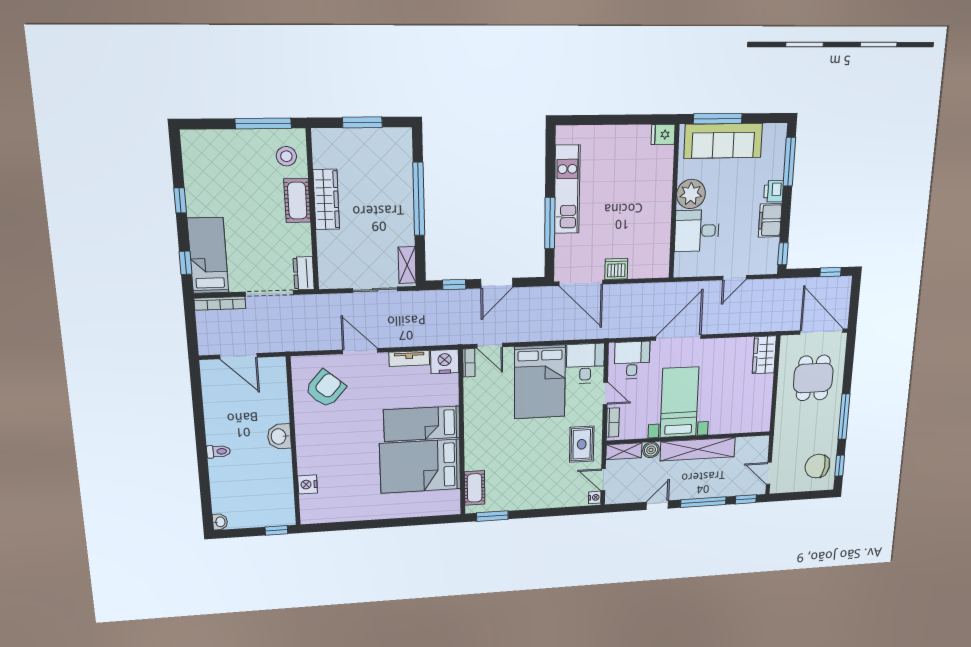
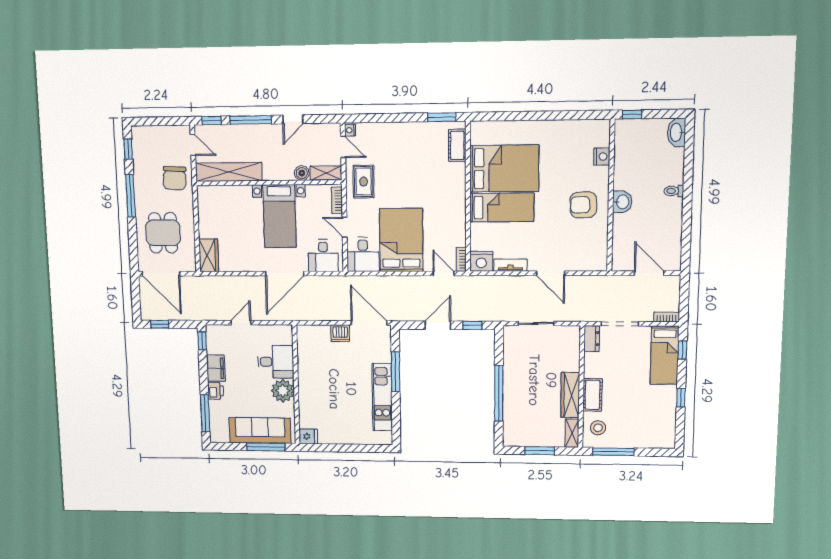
shelving: (407, 265) -> (572, 433), moved
bookcase: (220, 303) -> (667, 317), width x0.64
armchair: (325, 389) -> (583, 205), moved, turned 47
shelving: (698, 449) -> (229, 172), moved
chair: (817, 466) -> (175, 178), moved, turned 86
washbasin: (220, 522) -> (676, 132), width x1.91, depth x1.45

